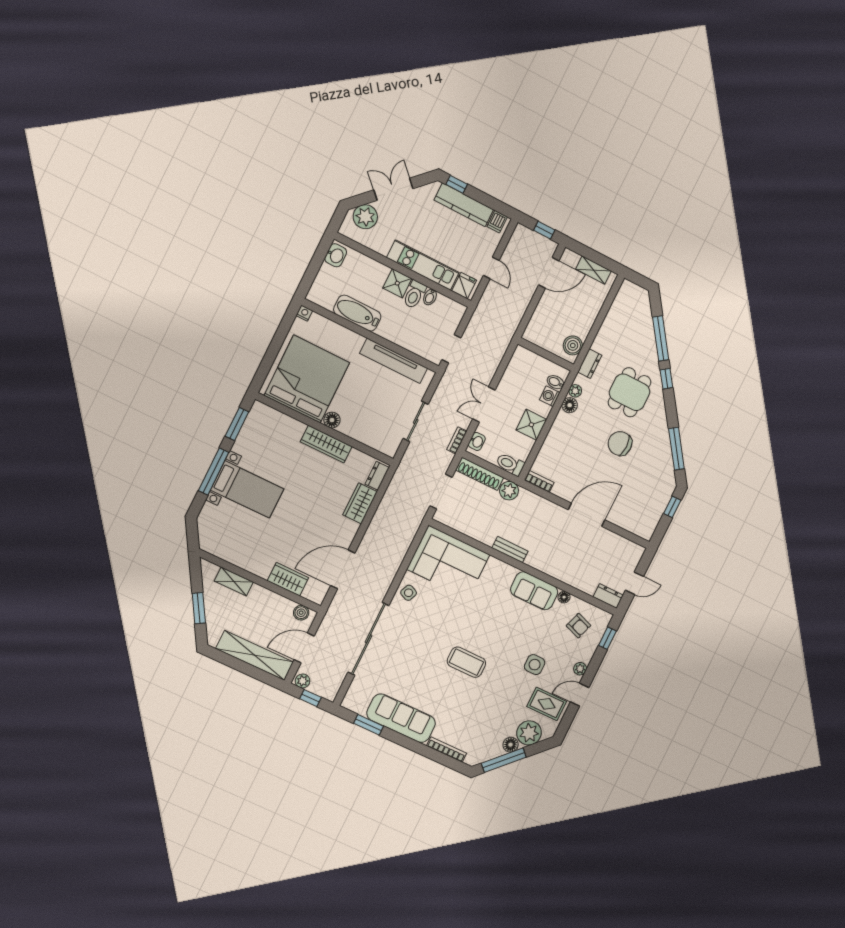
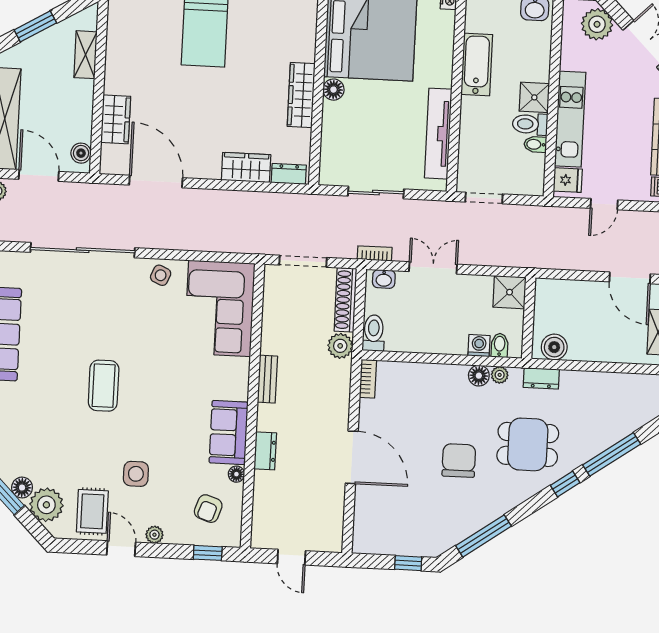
shower: (531, 425) -> (510, 292), moved
dresser: (608, 596) -> (265, 451), moved

